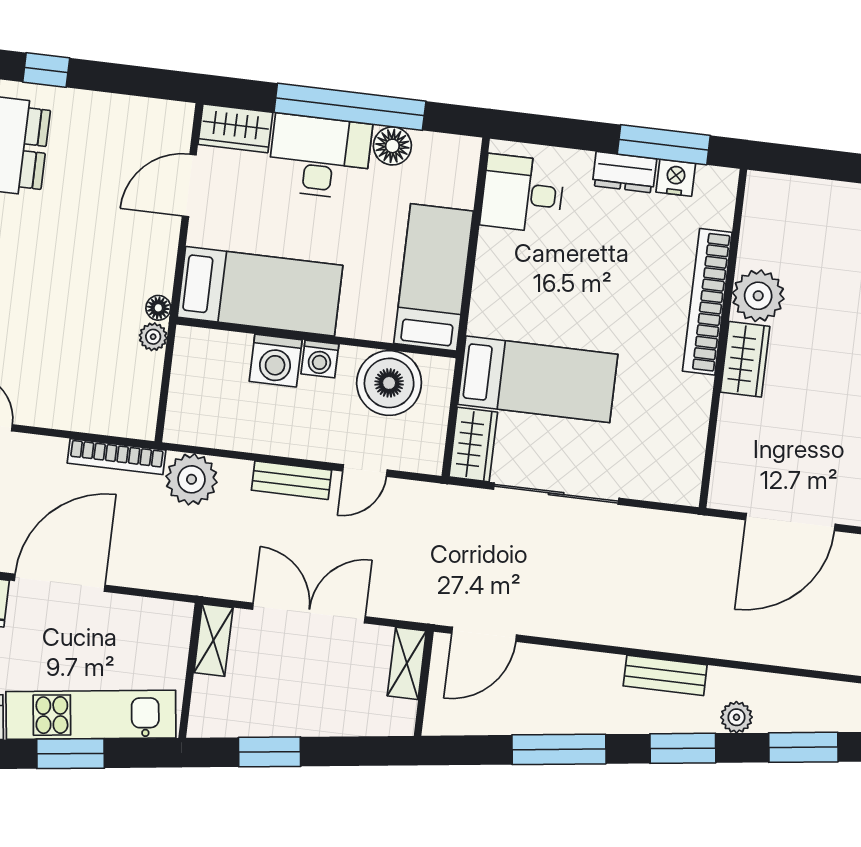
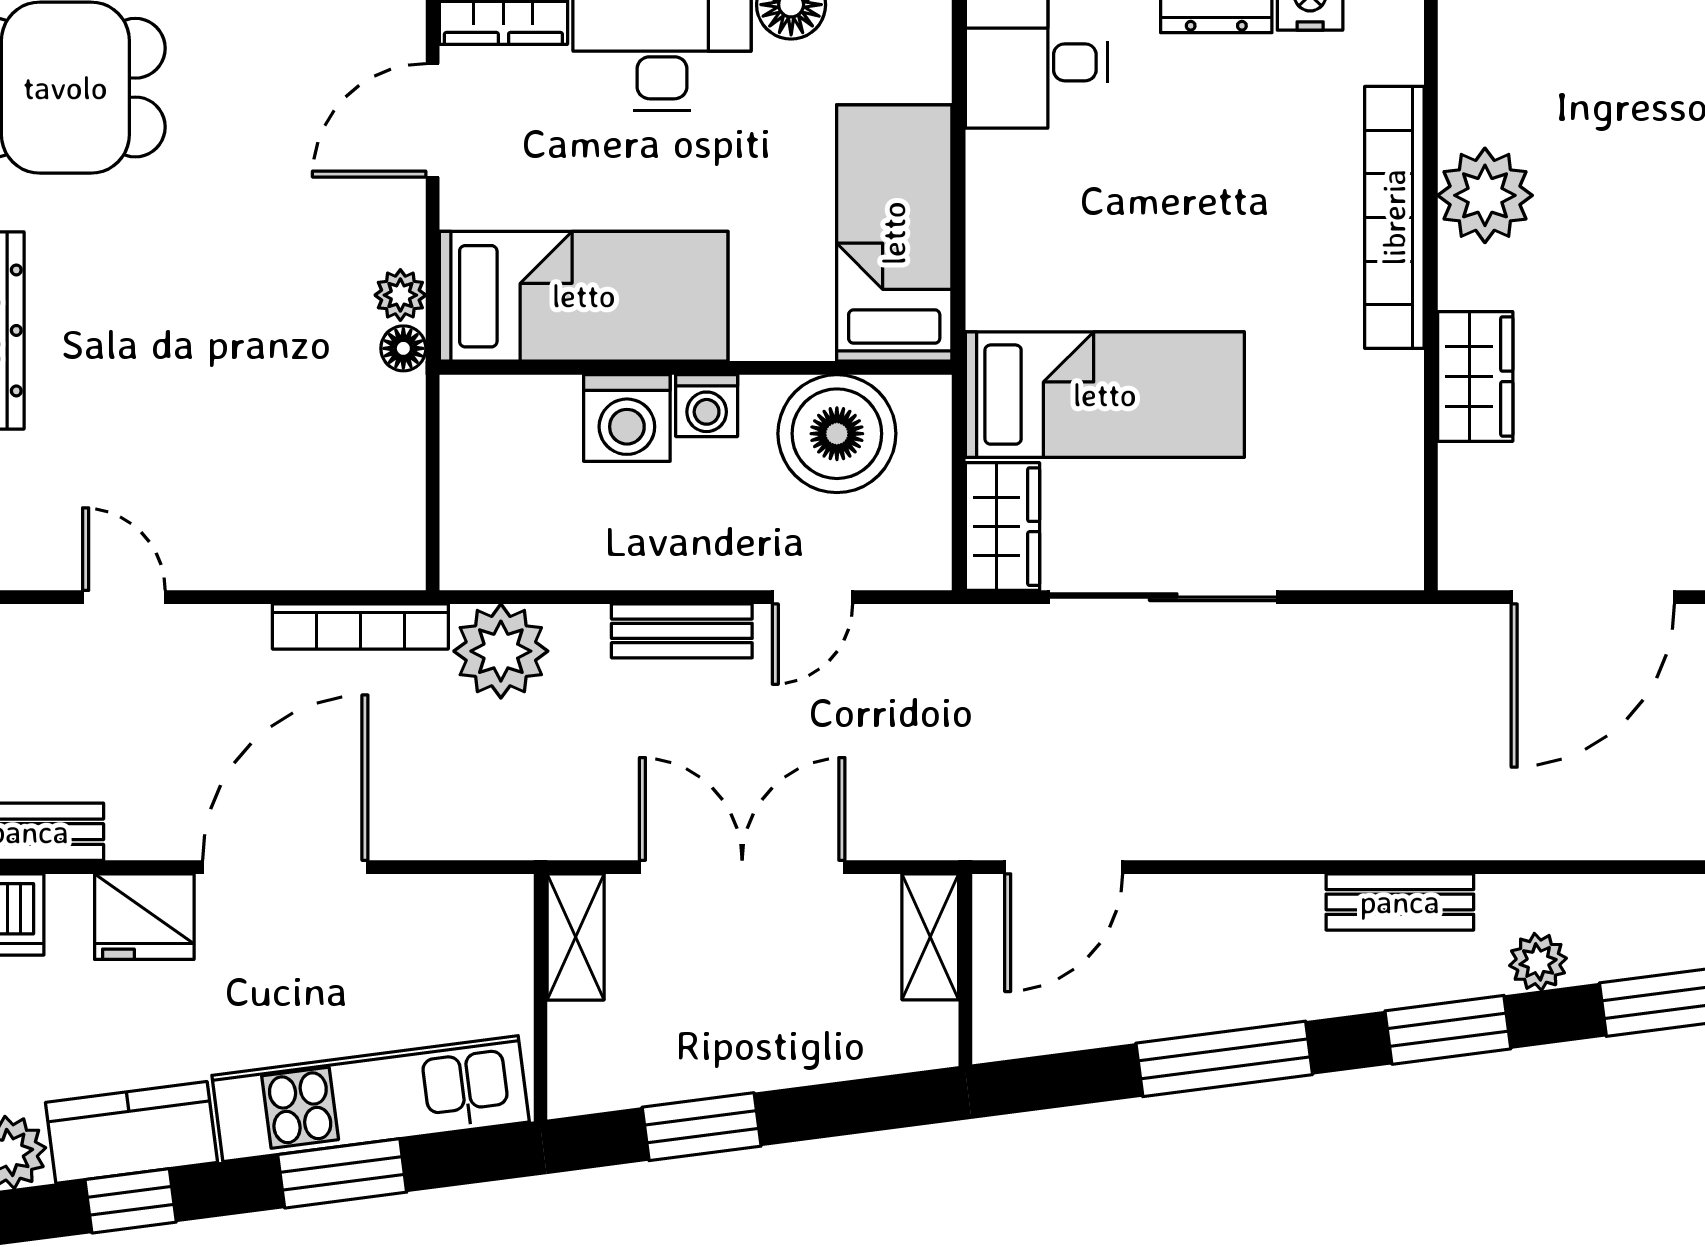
plant: (153, 337) -> (400, 295), moved
wardrobe: (745, 359) -> (1475, 376), moved

